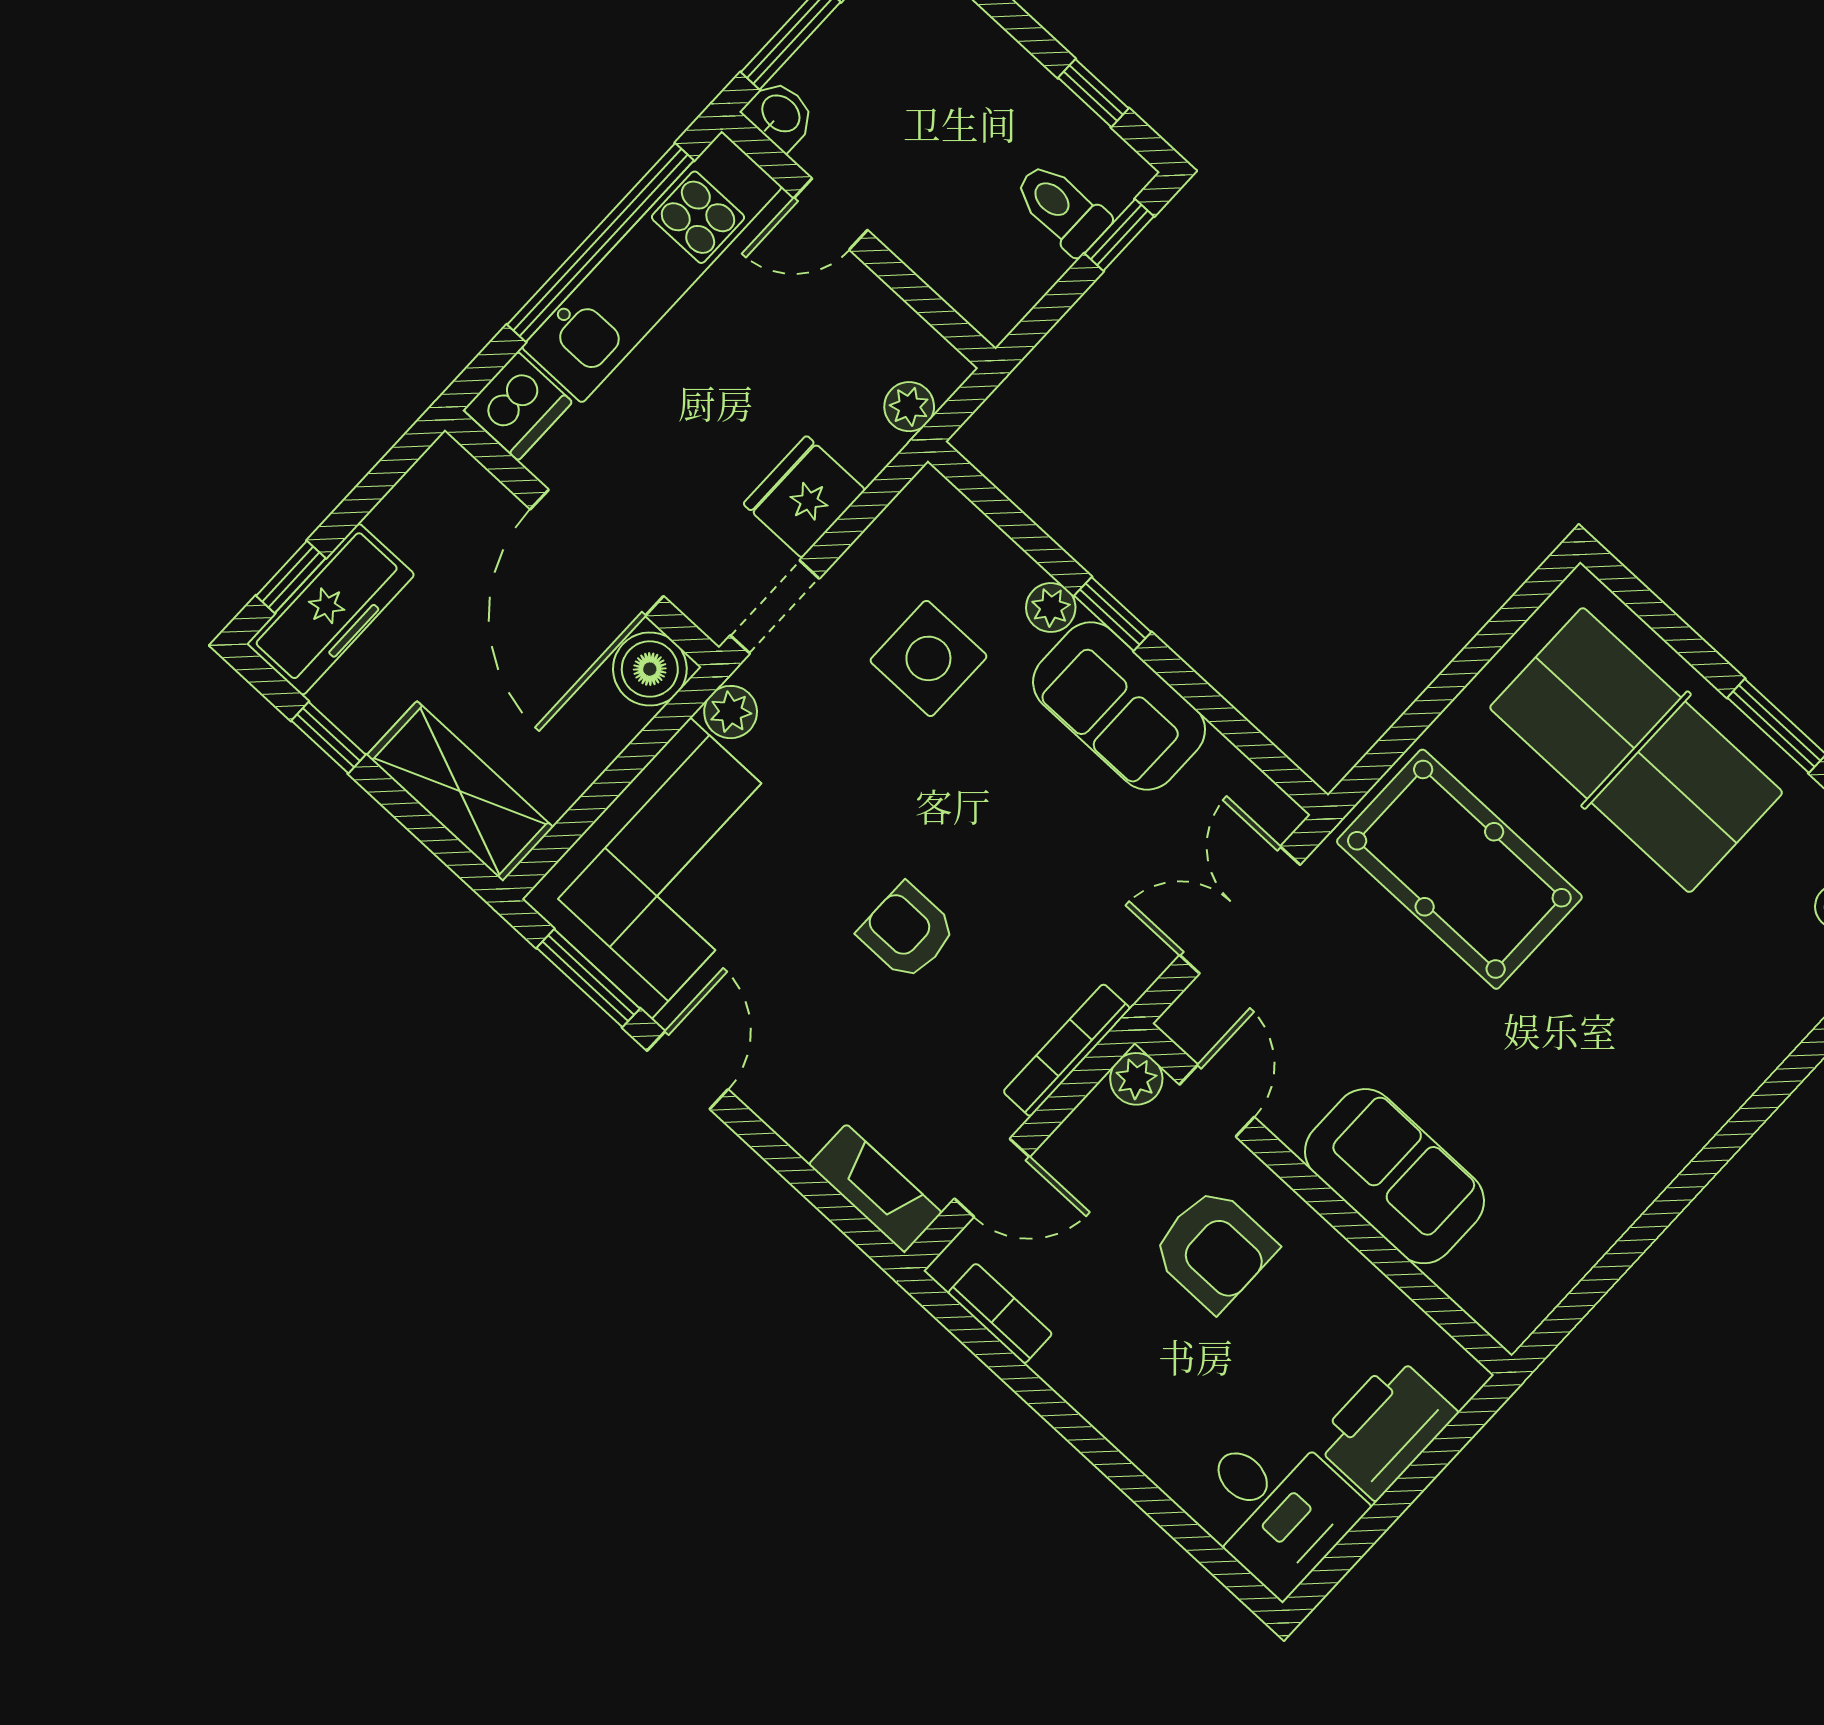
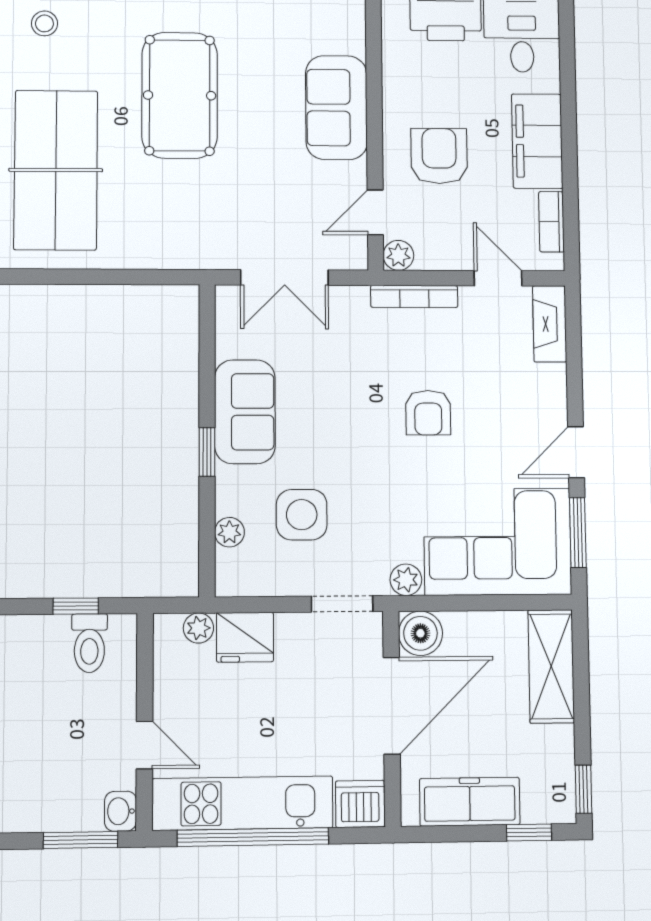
toilet: (1062, 208) -> (89, 643), moved
window: (1119, 235) -> (76, 606), moved
fridge: (804, 497) -> (245, 637), moved
plant: (1051, 608) -> (229, 532), moved
freezer: (331, 609) -> (470, 802), moved
window: (328, 738) -> (583, 789), moved
pool table: (1459, 869) -> (180, 95), moved
filing cabinet: (1118, 1393) -> (537, 141), added

